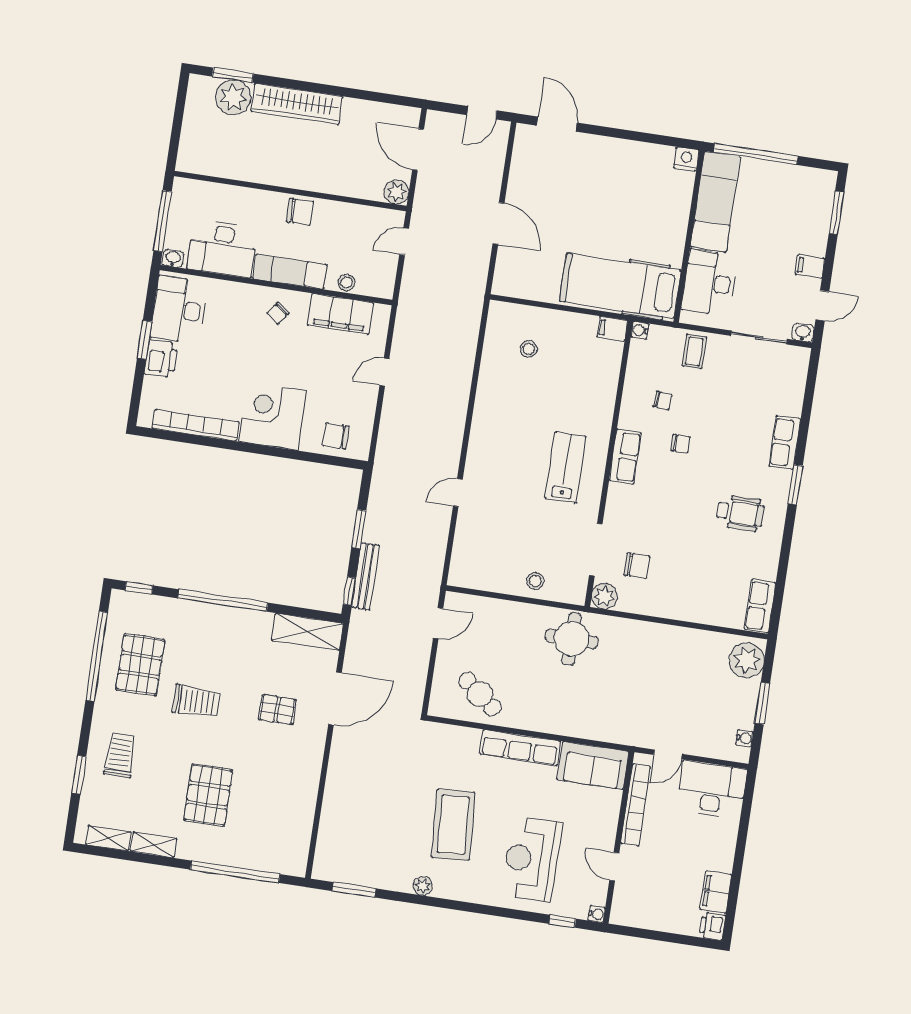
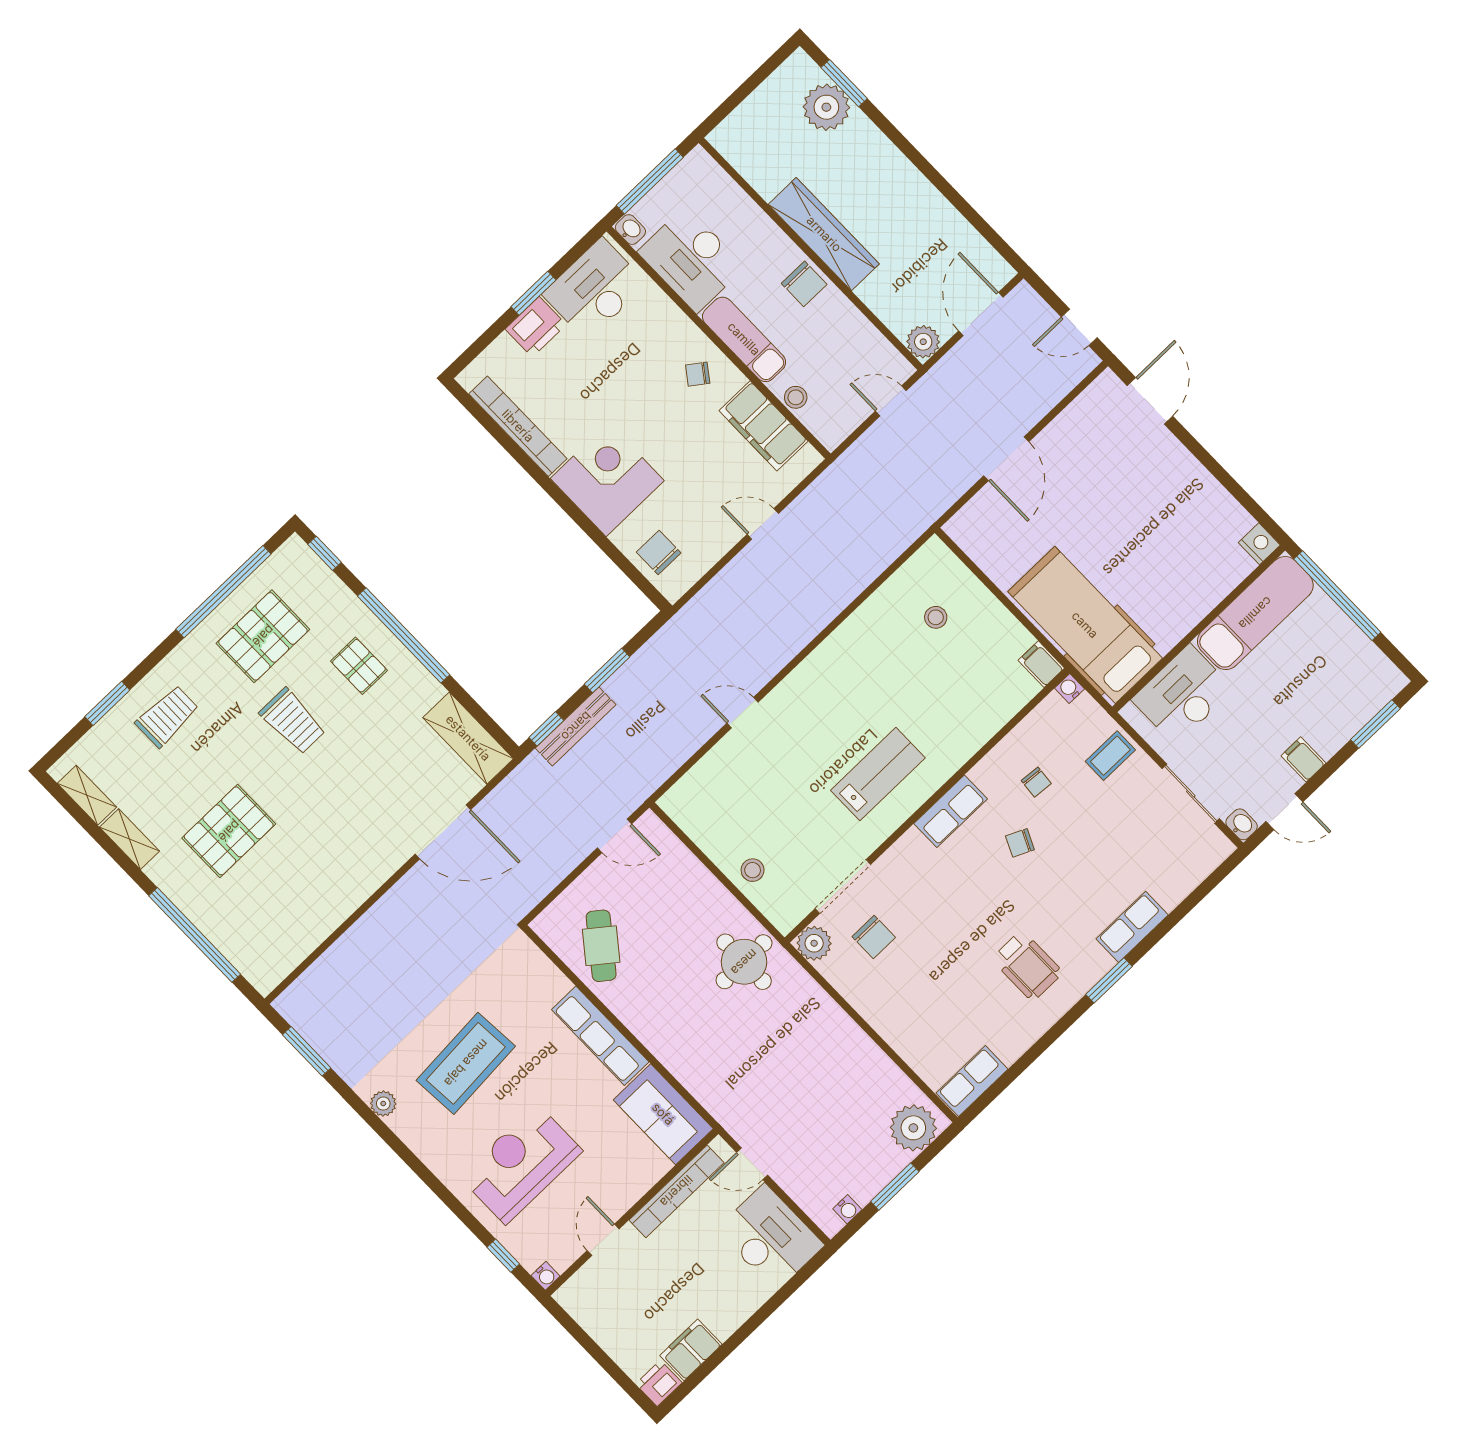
wardrobe: (297, 104) -> (824, 234), moved, turned 180
chair: (680, 444) -> (1020, 843), turned 115
pallet: (277, 710) -> (359, 666), moved

